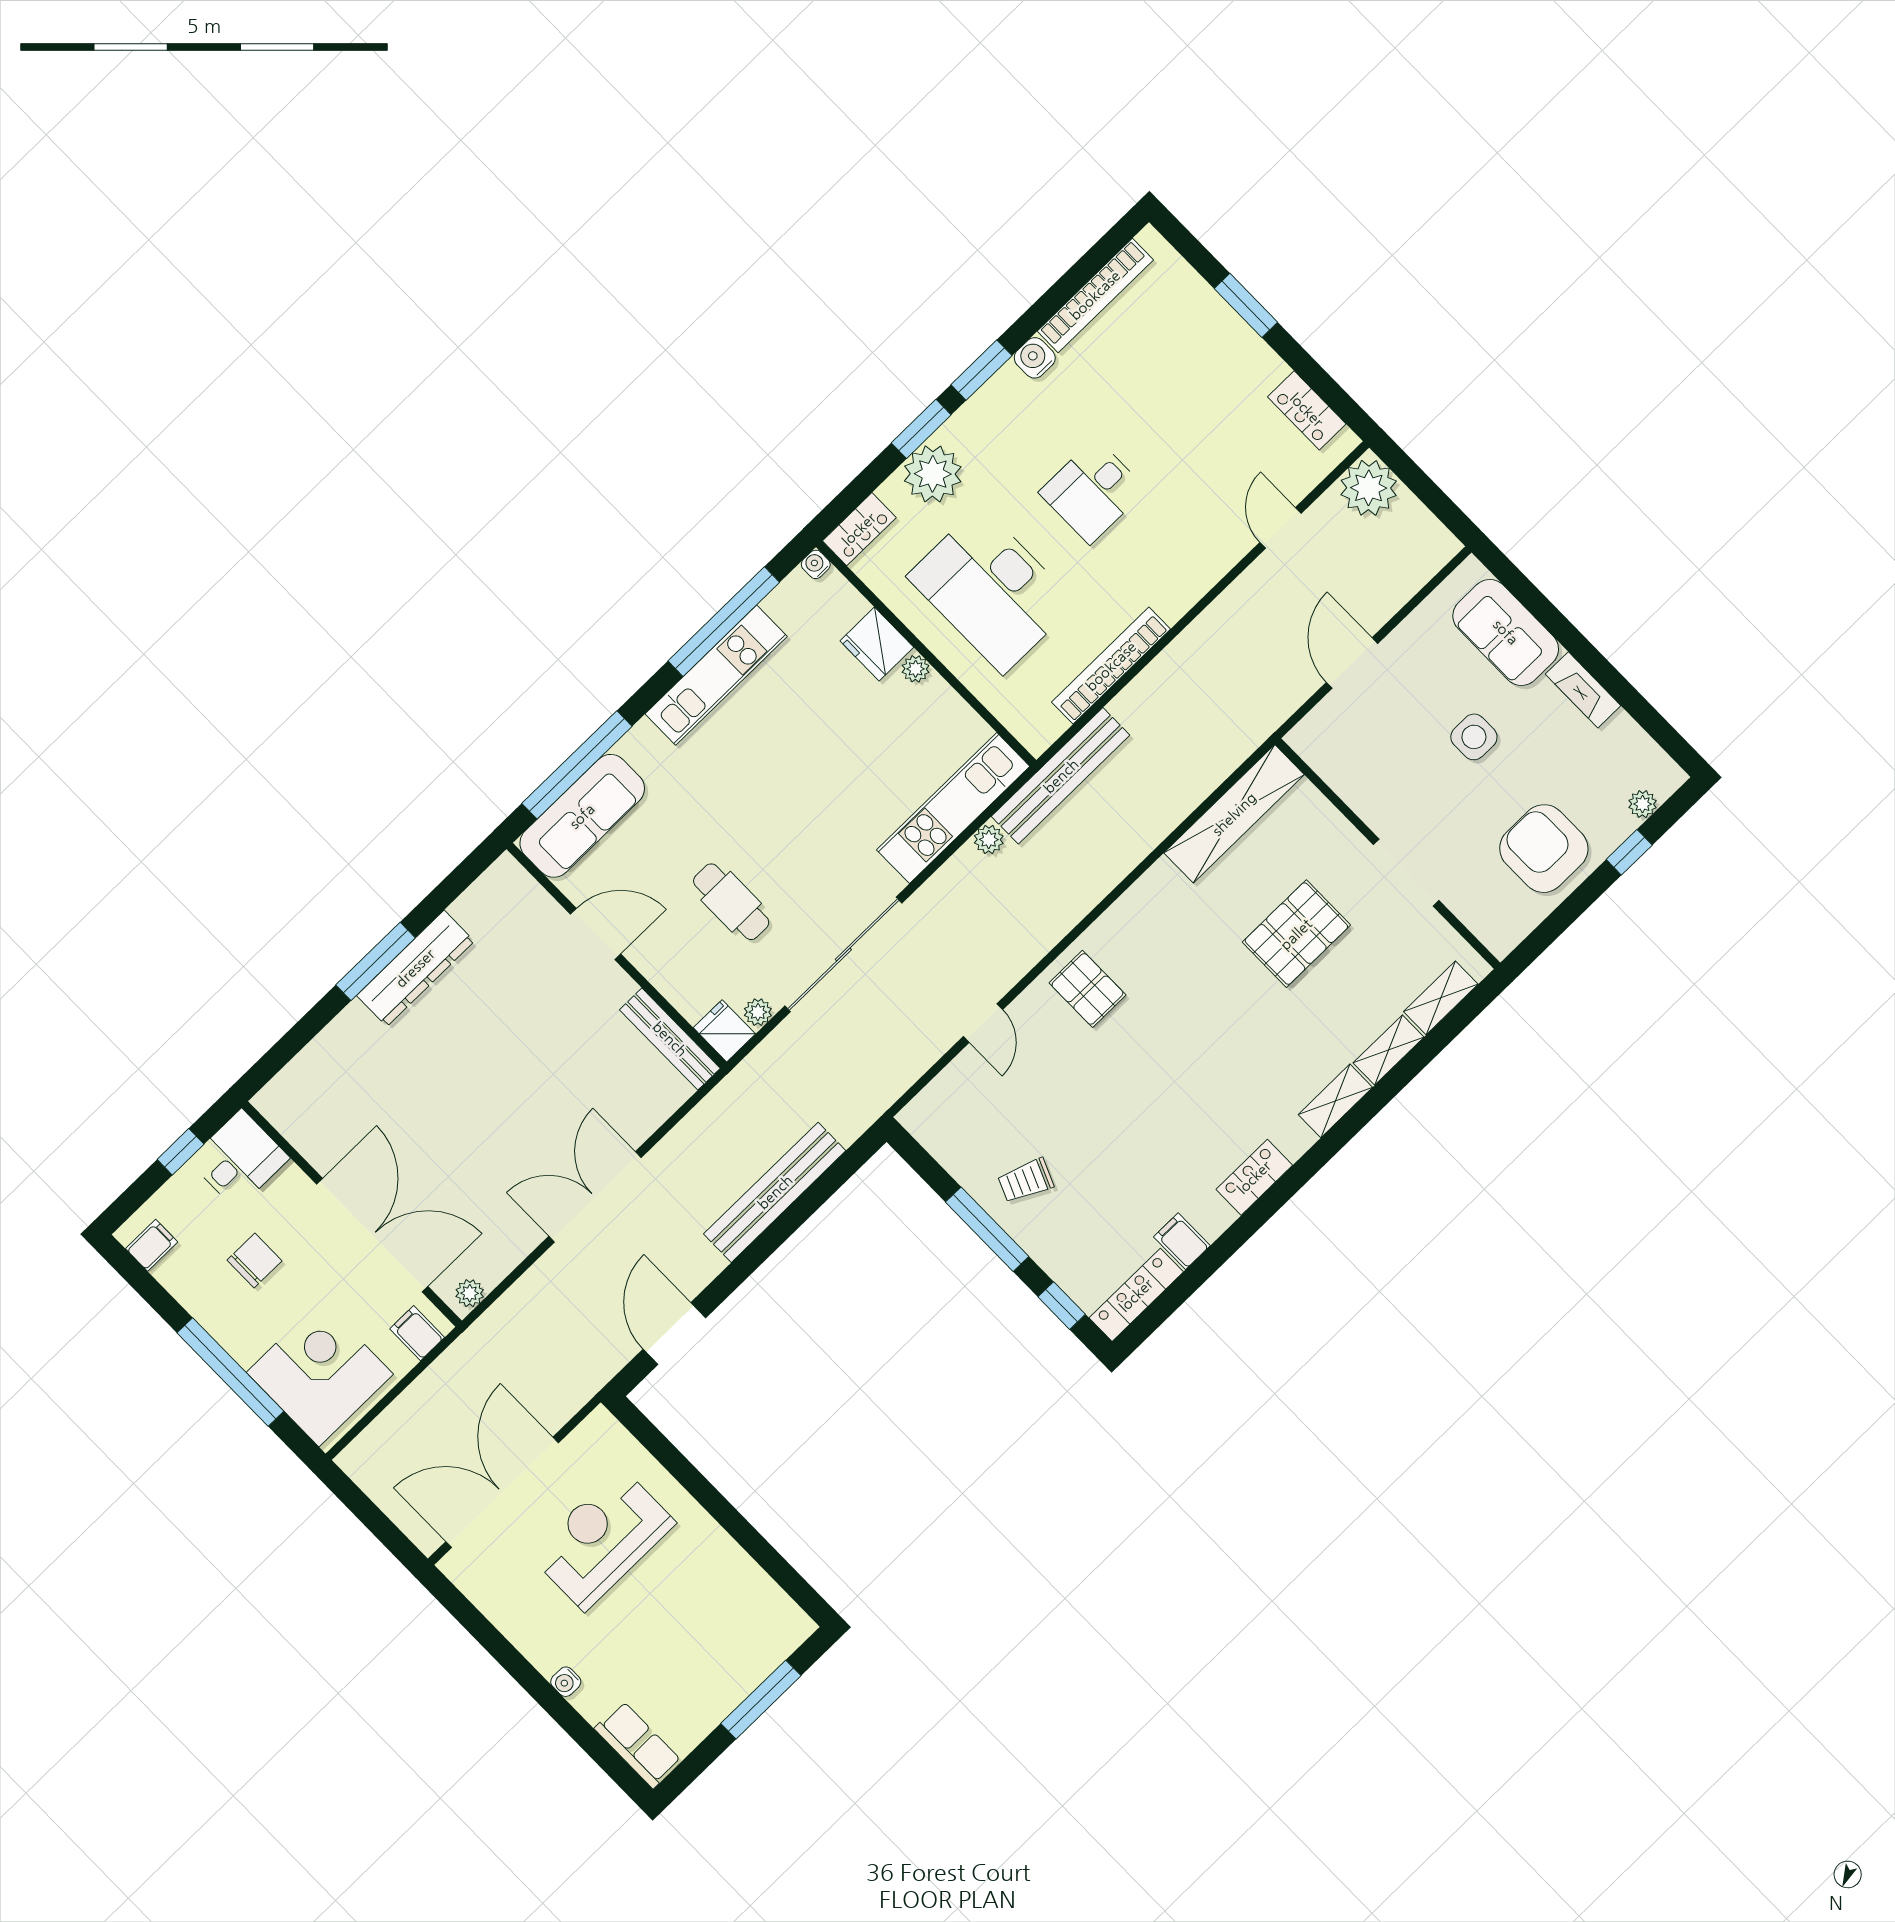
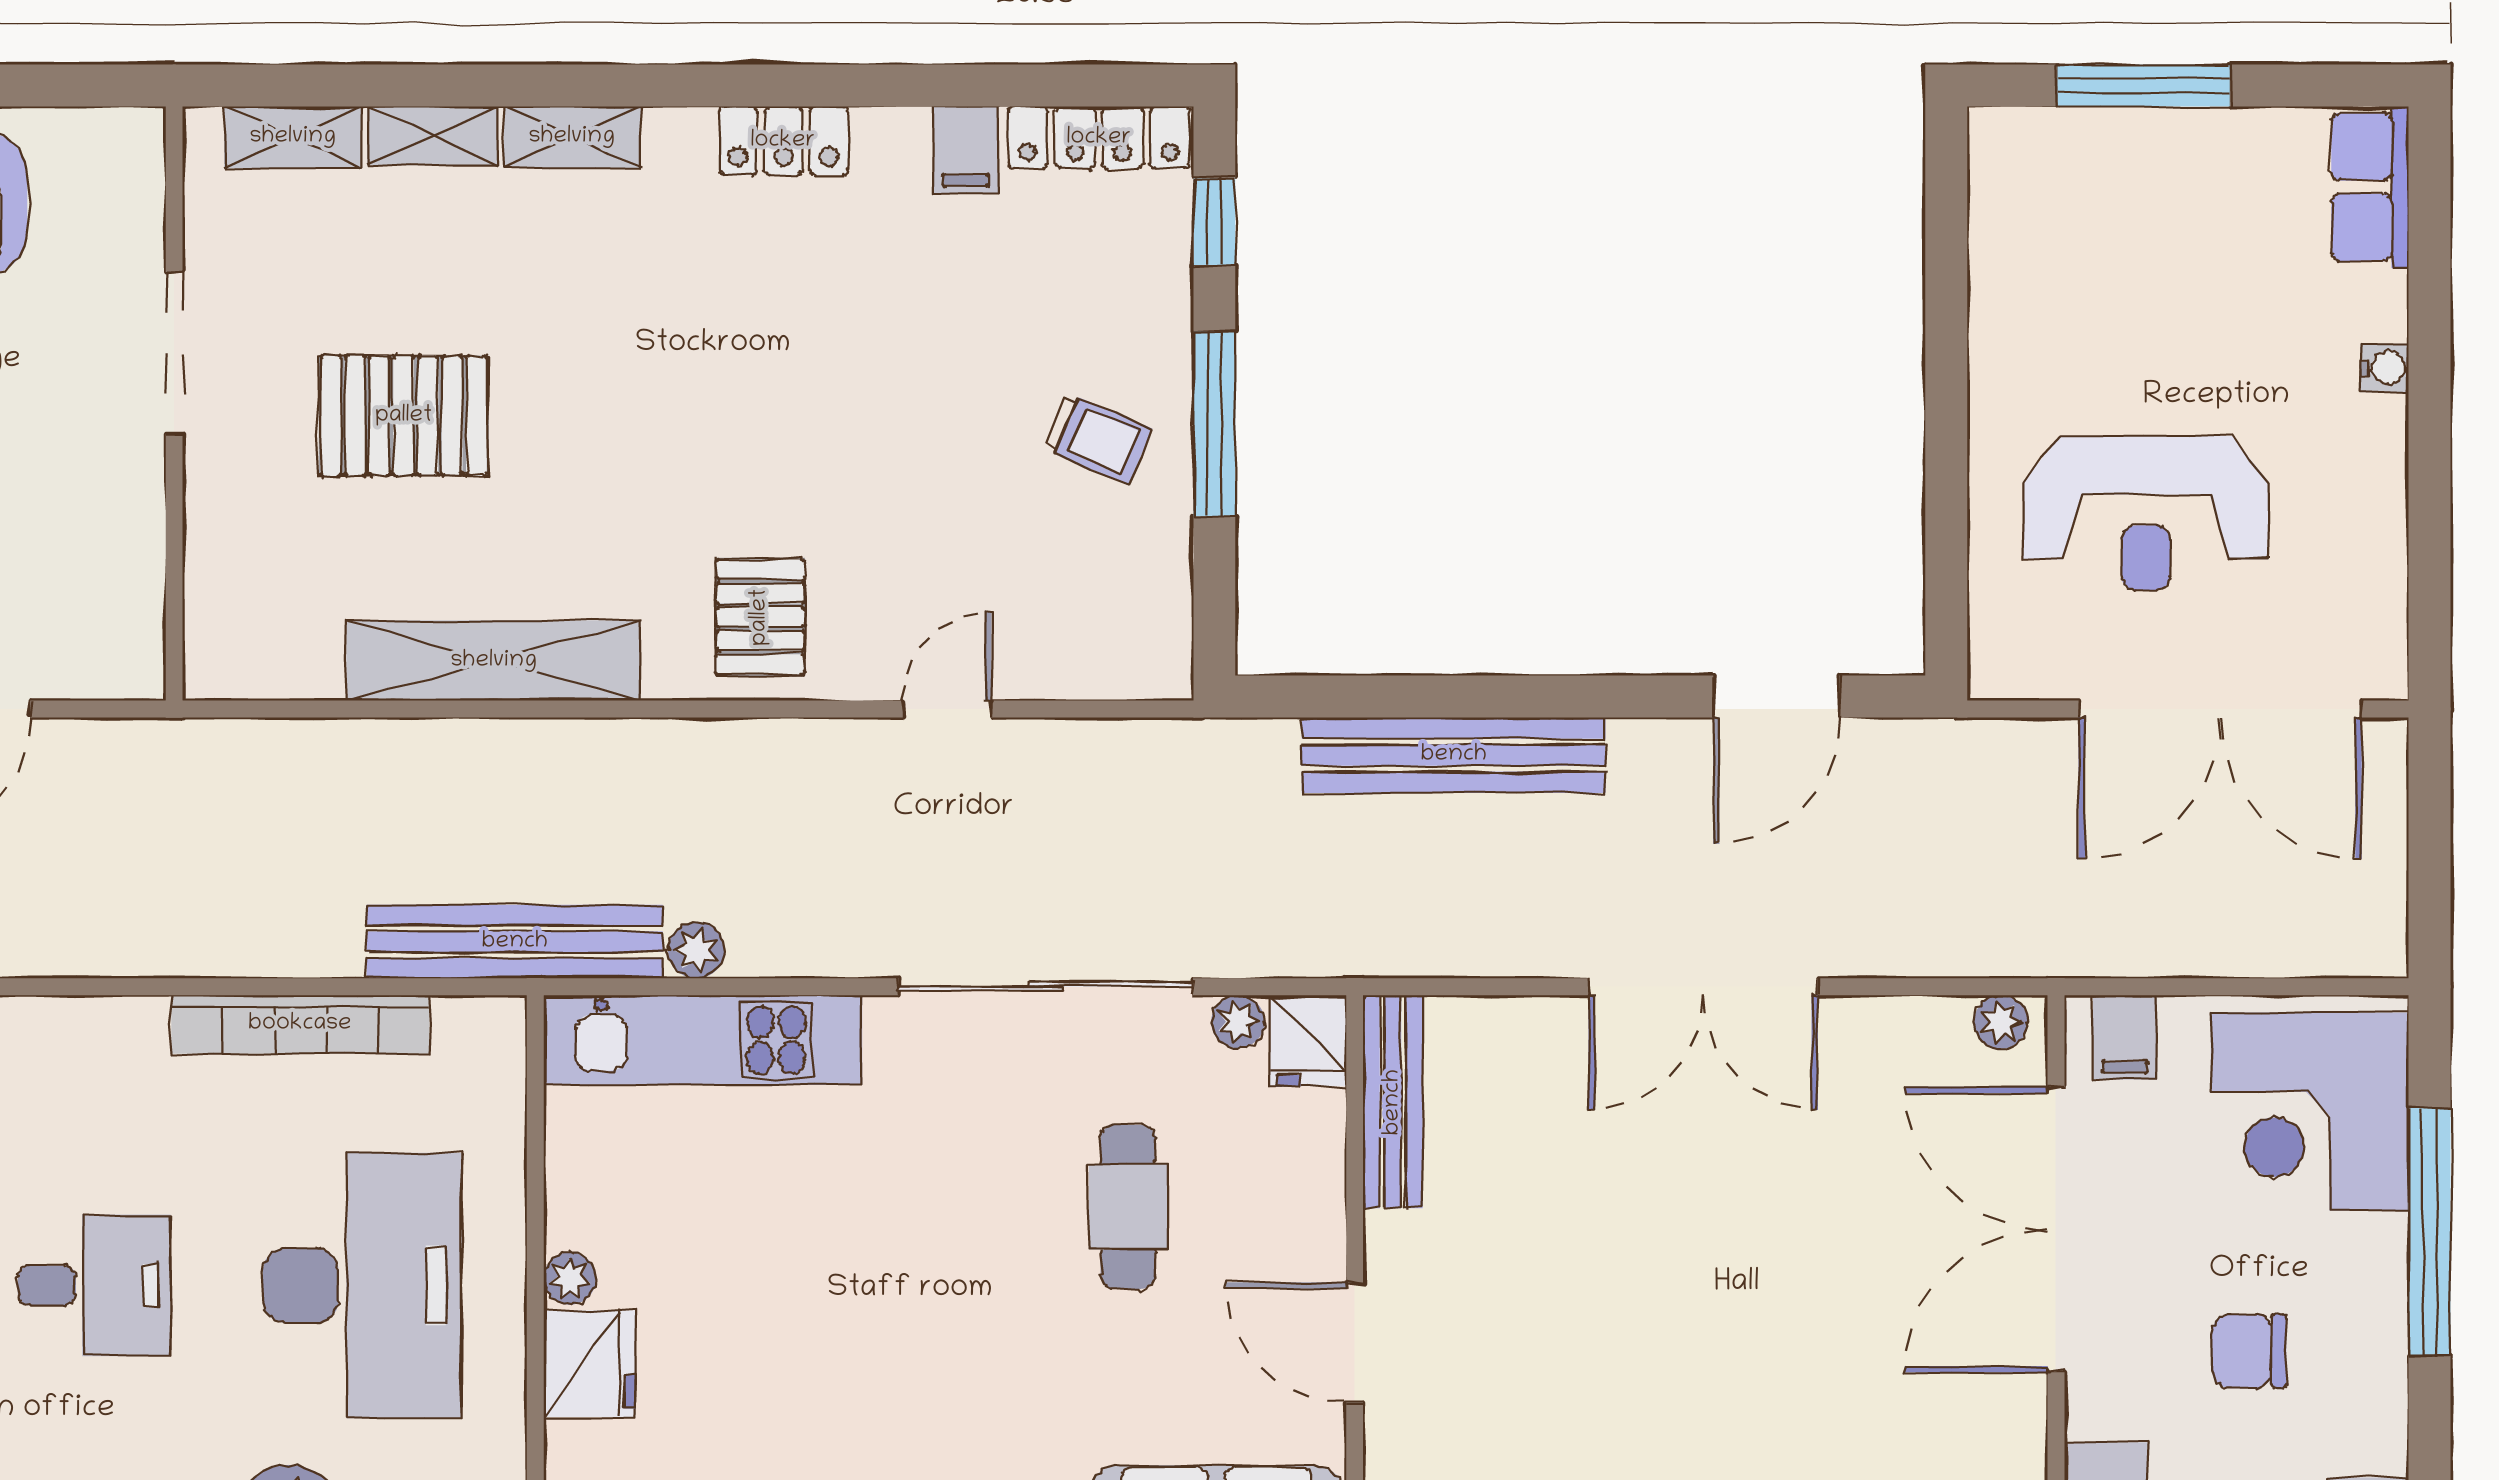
shelving: (1234, 814) -> (494, 661), moved

